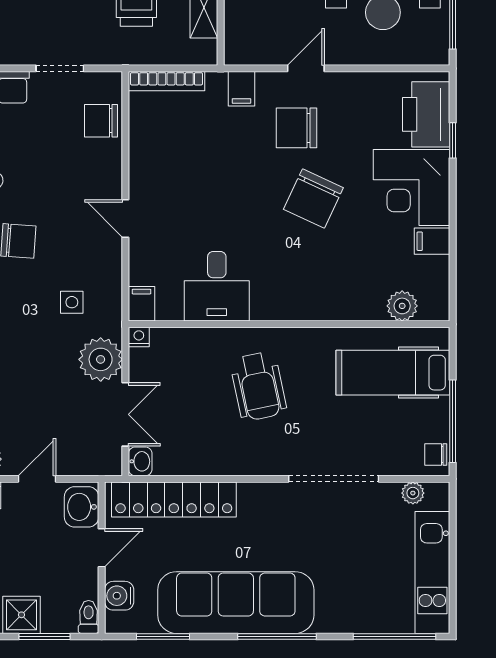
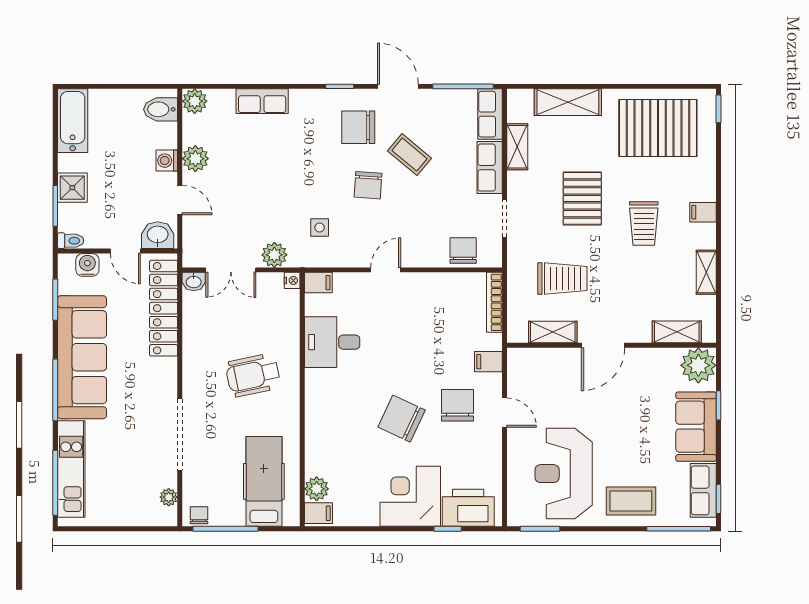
filing cabinet: (432, 241) -> (318, 513), moved, turned 90
plant: (101, 359) -> (274, 255), width x0.73, depth x0.73
kitchen unit: (432, 572) -> (71, 469), moved, turned 90

